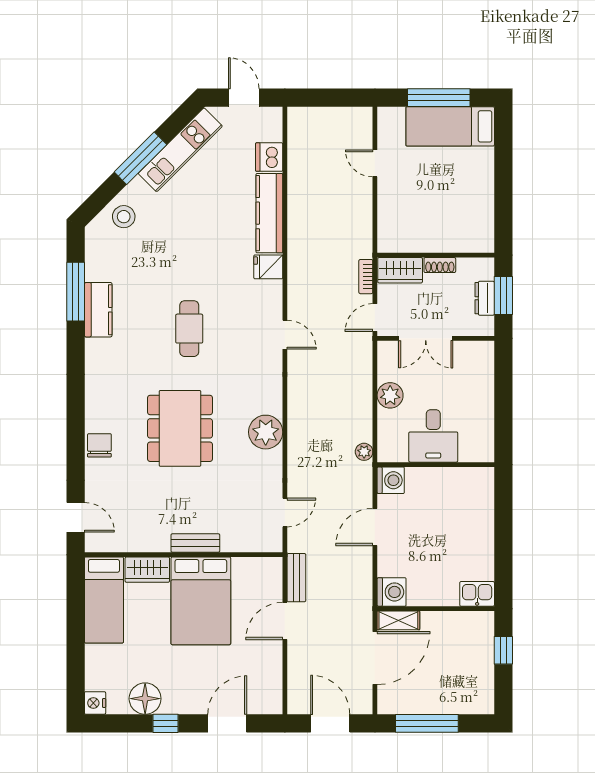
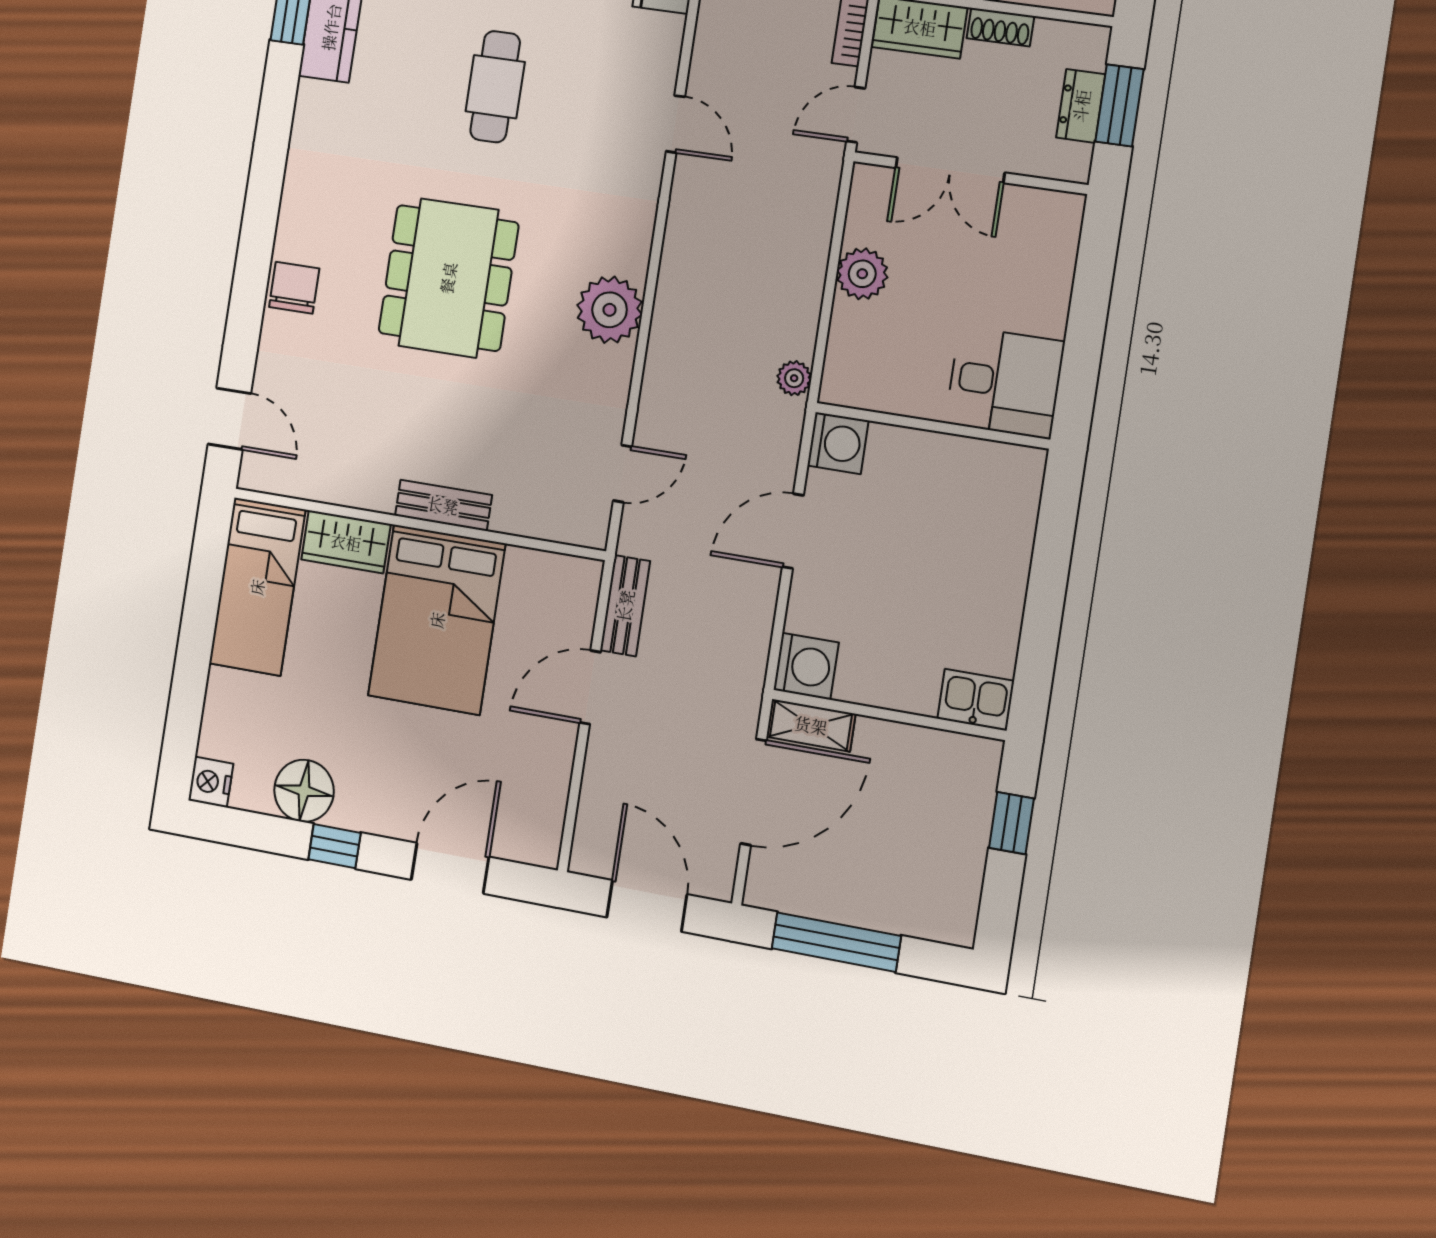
desk: (433, 436) -> (1005, 382), moved, turned -90

